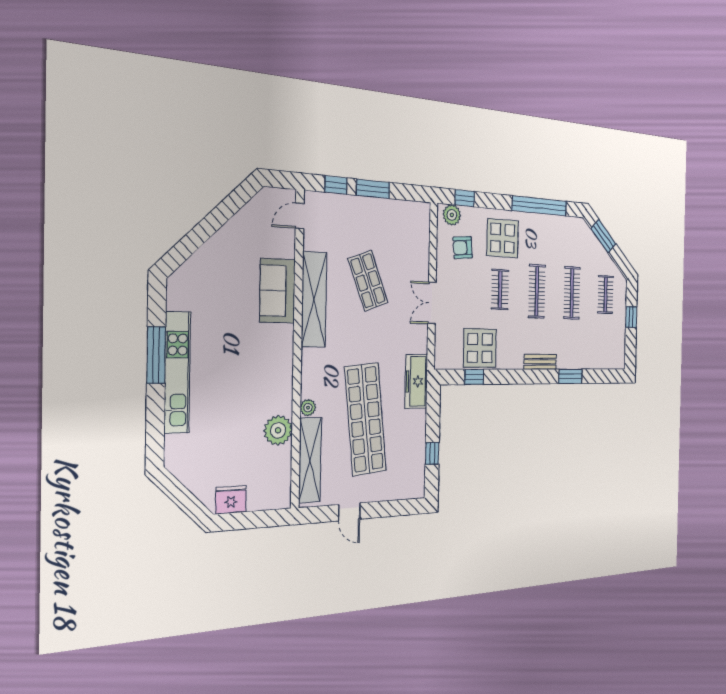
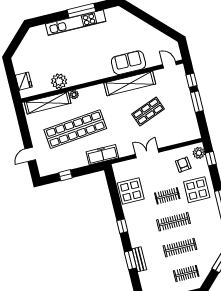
bench: (540, 362) -> (139, 259), moved
window: (474, 377) -> (122, 226), moved
fridge: (231, 500) -> (24, 81), moved
door: (349, 512) -> (30, 154), moved

